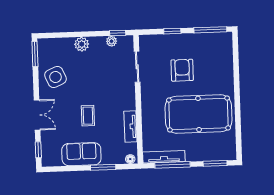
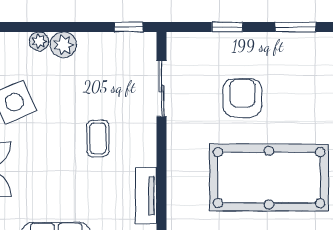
window: (210, 30) -> (295, 27), width x0.69
plant: (112, 41) -> (39, 41), moved
coffee table: (88, 116) -> (98, 139), moved

